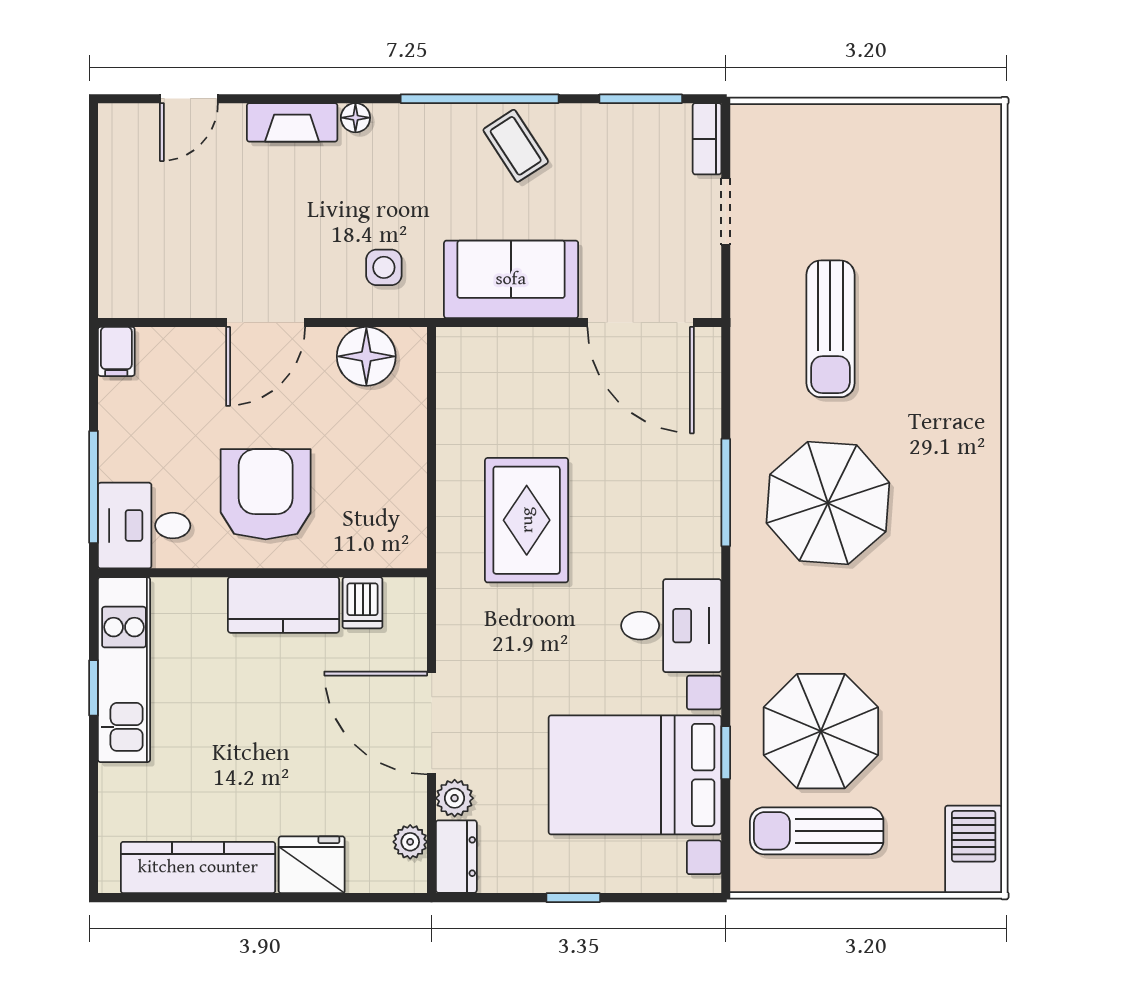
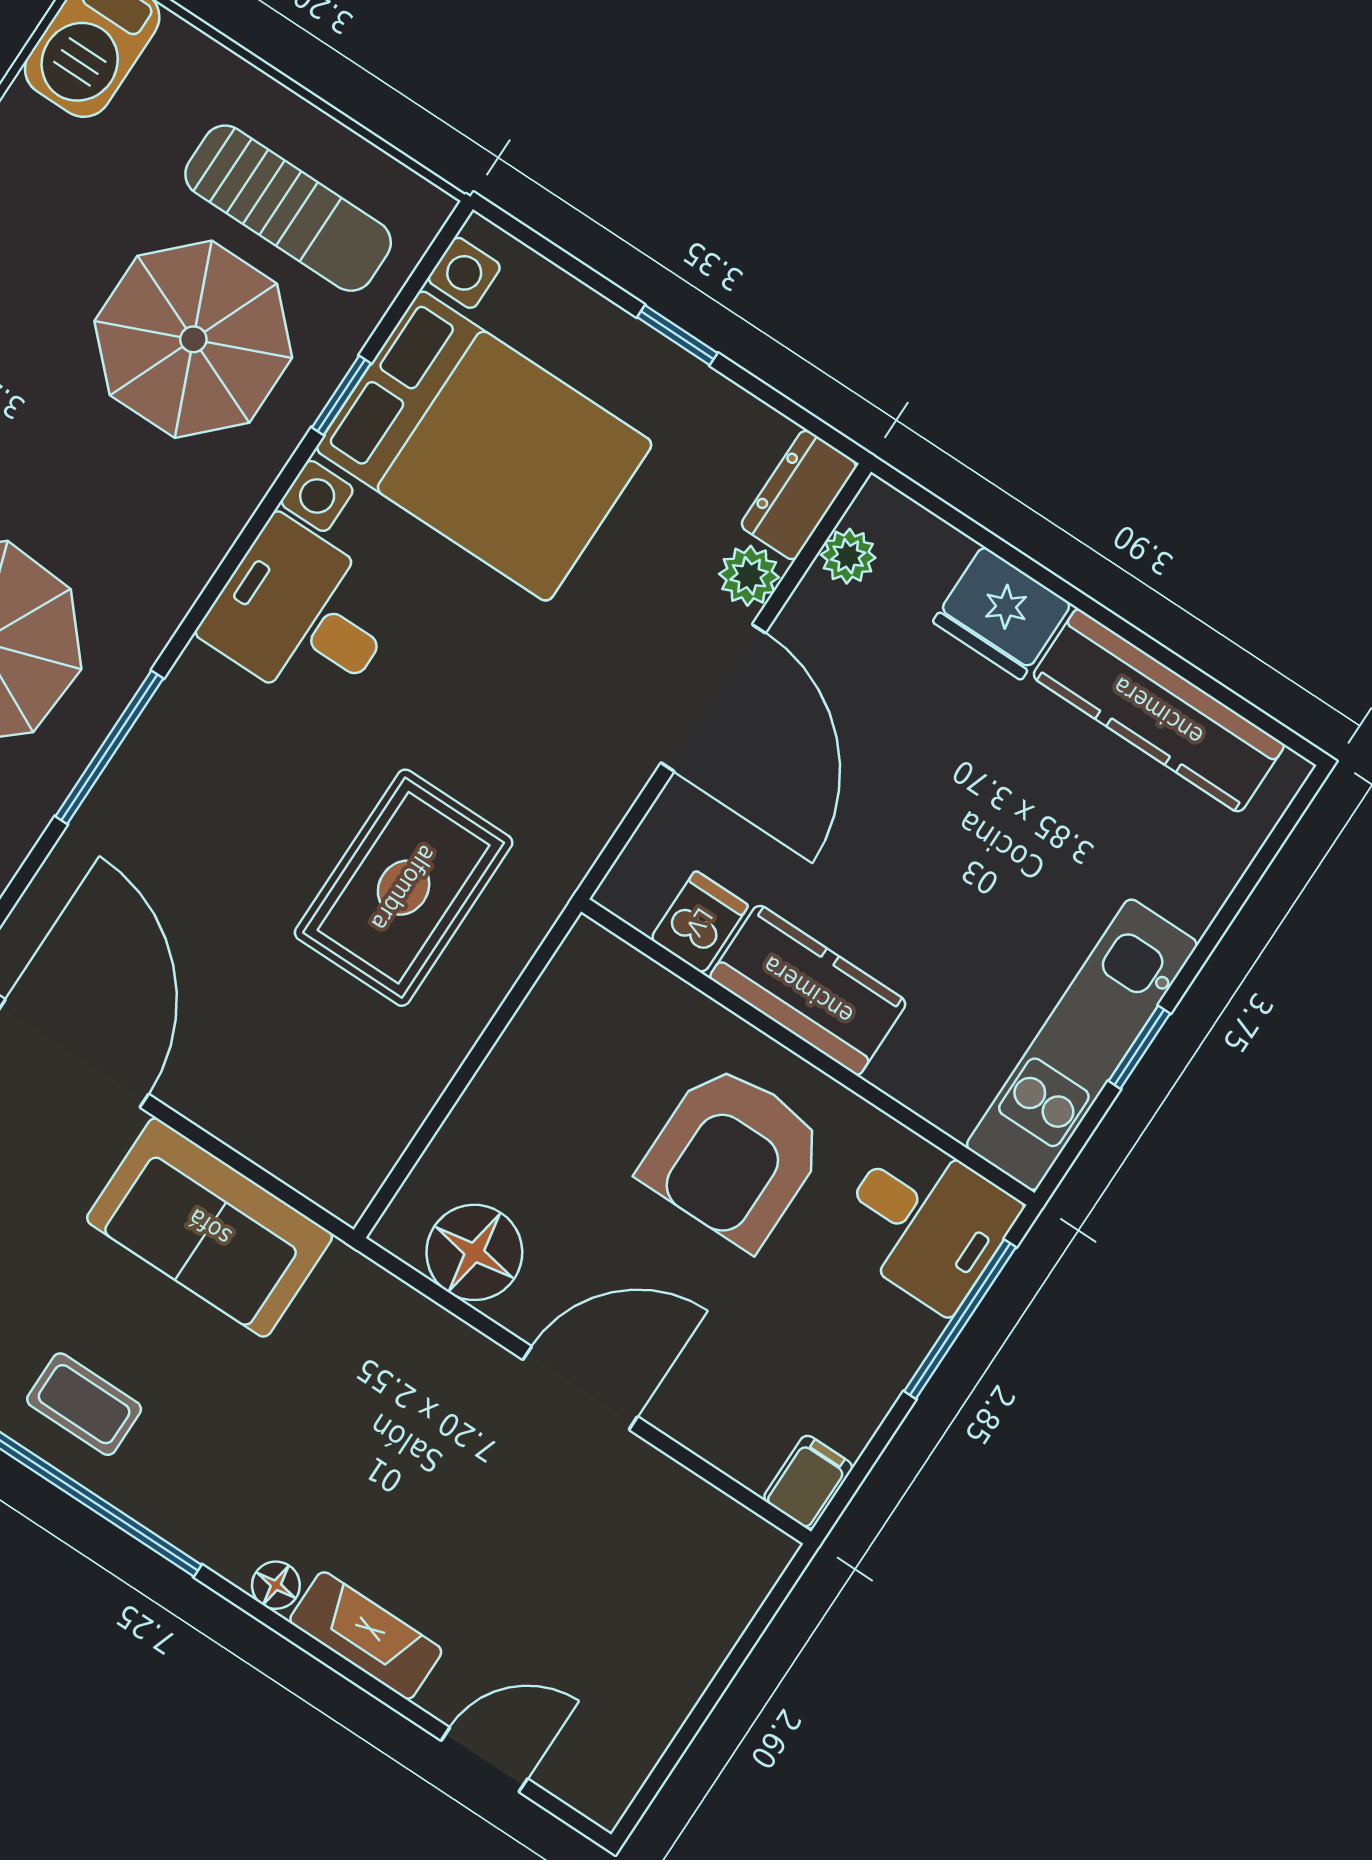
coffee table: (516, 146) -> (84, 1404), turned -57
side table: (384, 267) -> (371, 1357), removed

